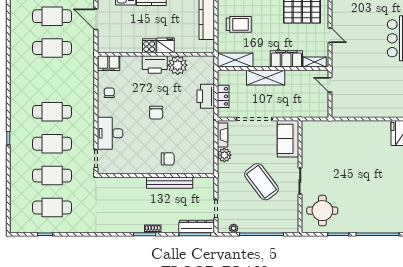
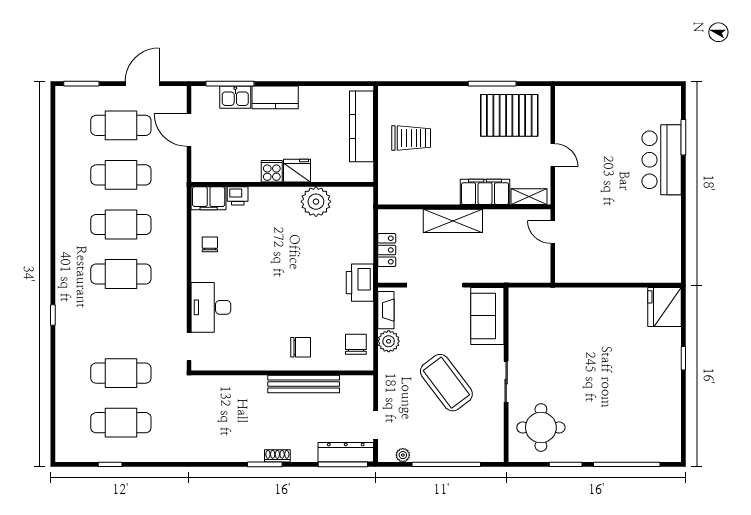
shelving: (235, 60) -> (405, 194), removed
printer: (155, 64) -> (238, 196), moved, width x0.53, depth x0.68
printer: (206, 96) -> (360, 283), moved
chair: (156, 113) -> (356, 344), moved, turned 180
cafe table: (52, 144) -> (121, 224), moved

